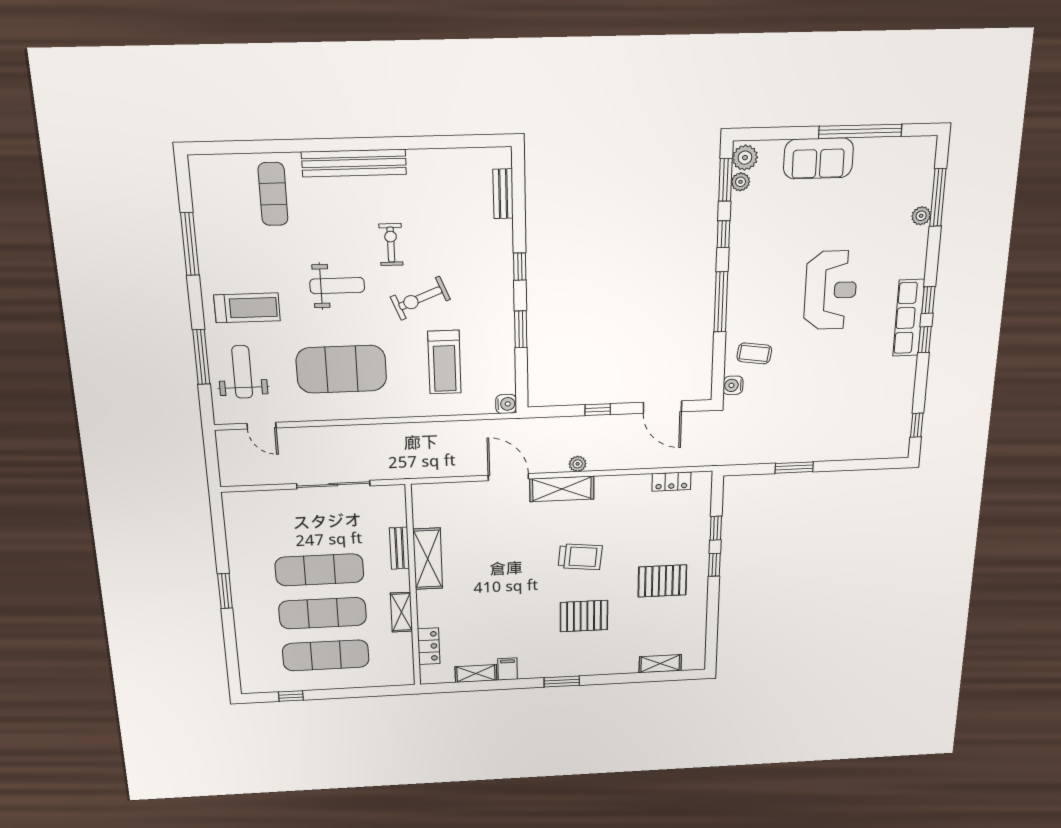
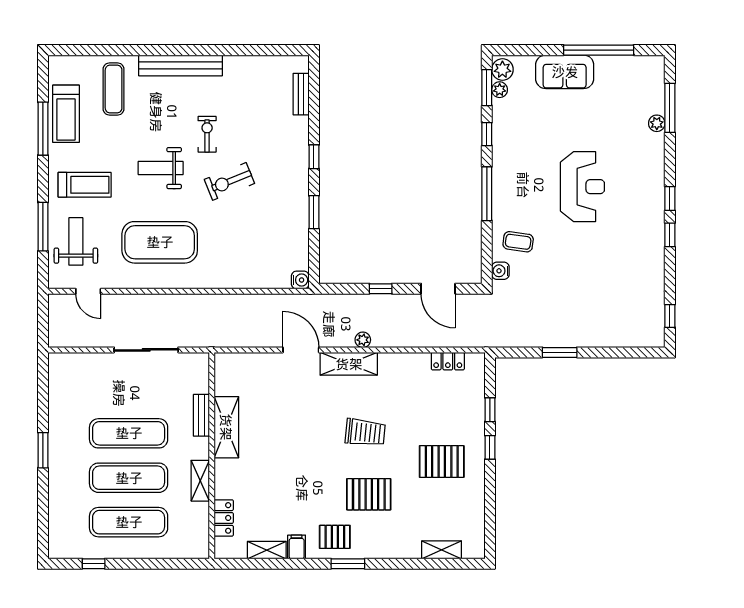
weight bench: (337, 286) -> (161, 168), turned 180
row of seats: (909, 318) -> (654, 214), removed
treadmill: (444, 362) -> (66, 114), moved
pallet: (548, 658) -> (335, 537), added

